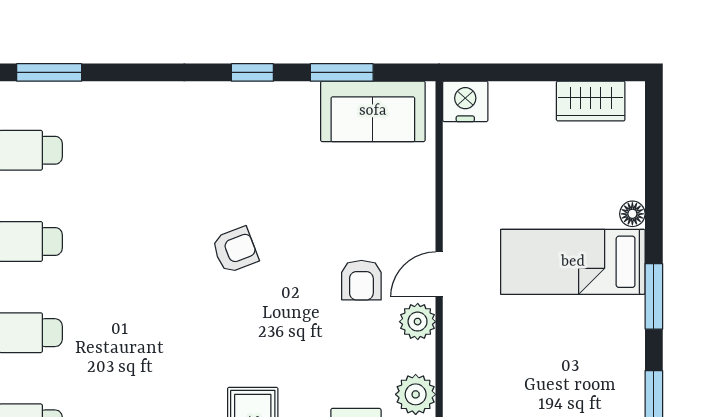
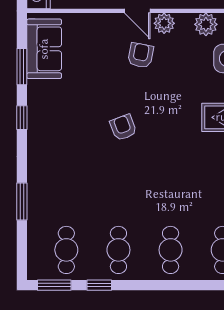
window: (49, 72) -> (22, 201), moved
armchair: (361, 280) -> (141, 55), turned -79

